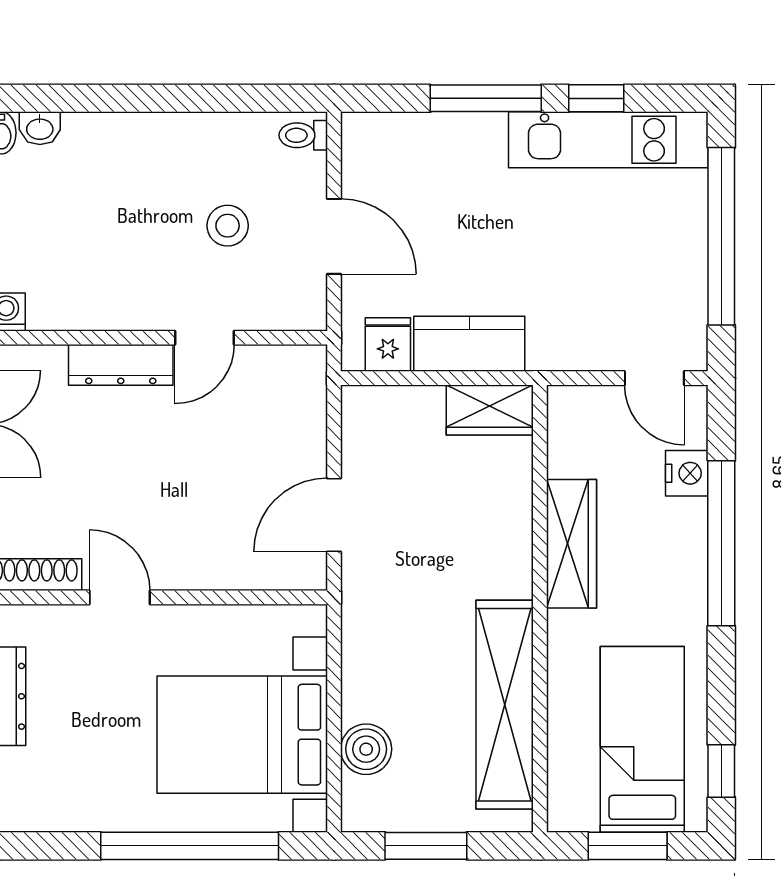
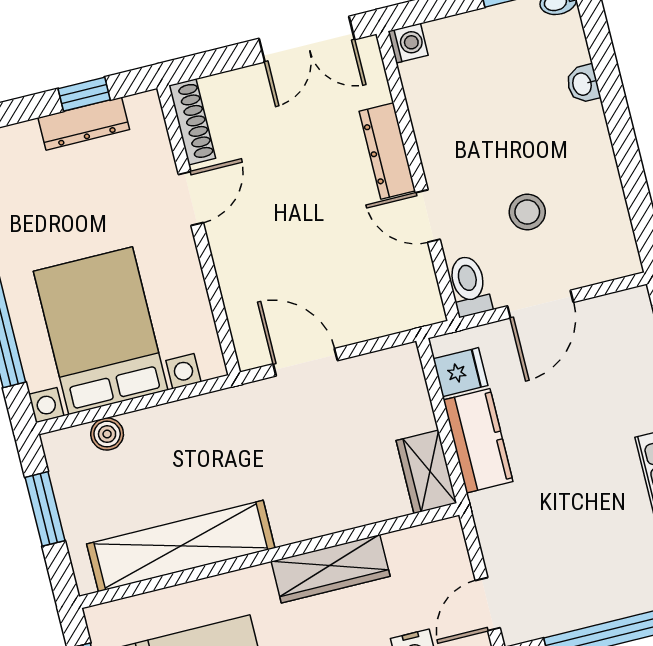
washbasin: (40, 128) -> (583, 84), moved
toilet: (303, 135) -> (469, 286), moved, width x1.37, depth x1.39
boiler: (366, 749) -> (107, 434), width x0.73, depth x0.73

